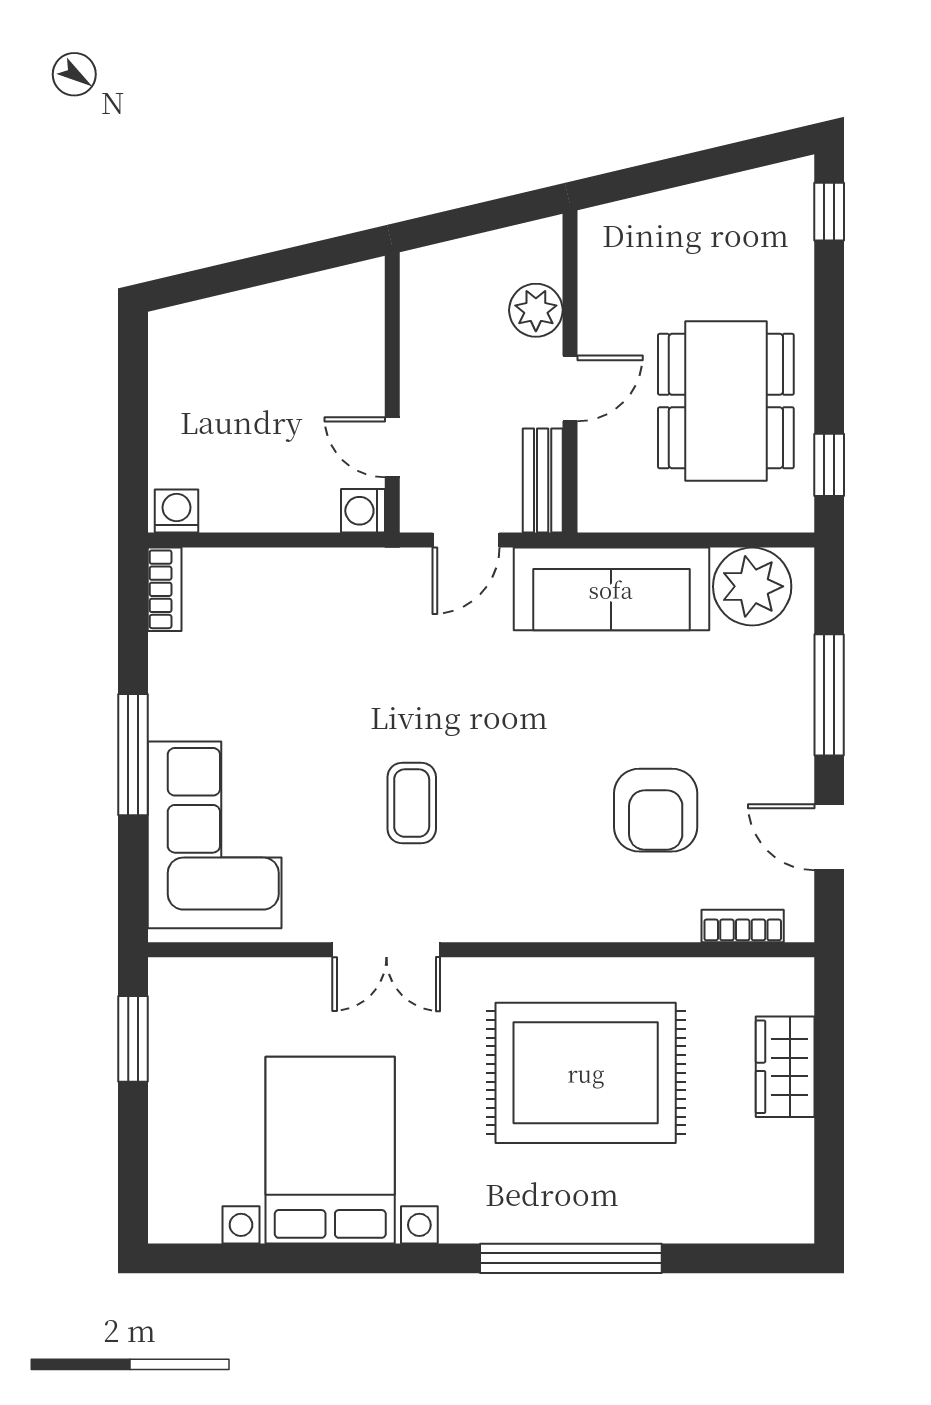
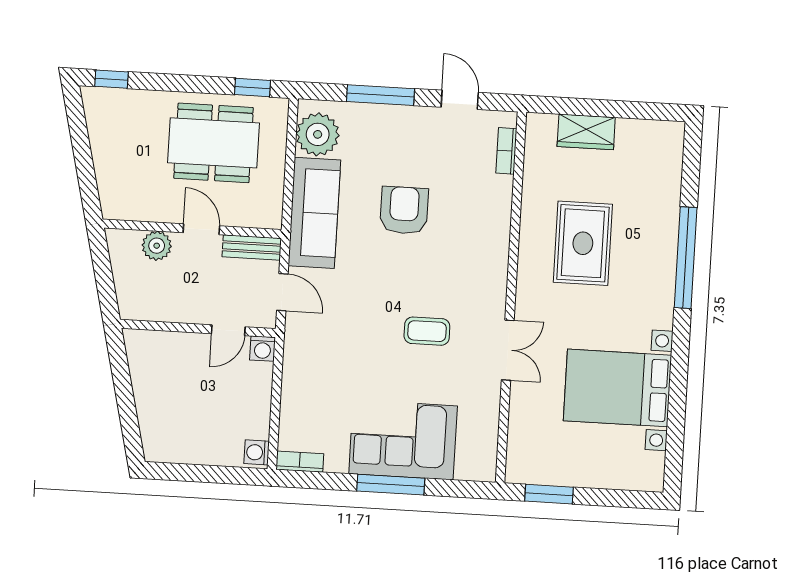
armchair: (656, 810) -> (404, 210), moved, turned -90
corner sofa: (215, 835) -> (403, 440), moved
door: (829, 837) -> (460, 100), swing flipped
rug: (586, 1073) -> (583, 243), width x0.73, depth x0.69

